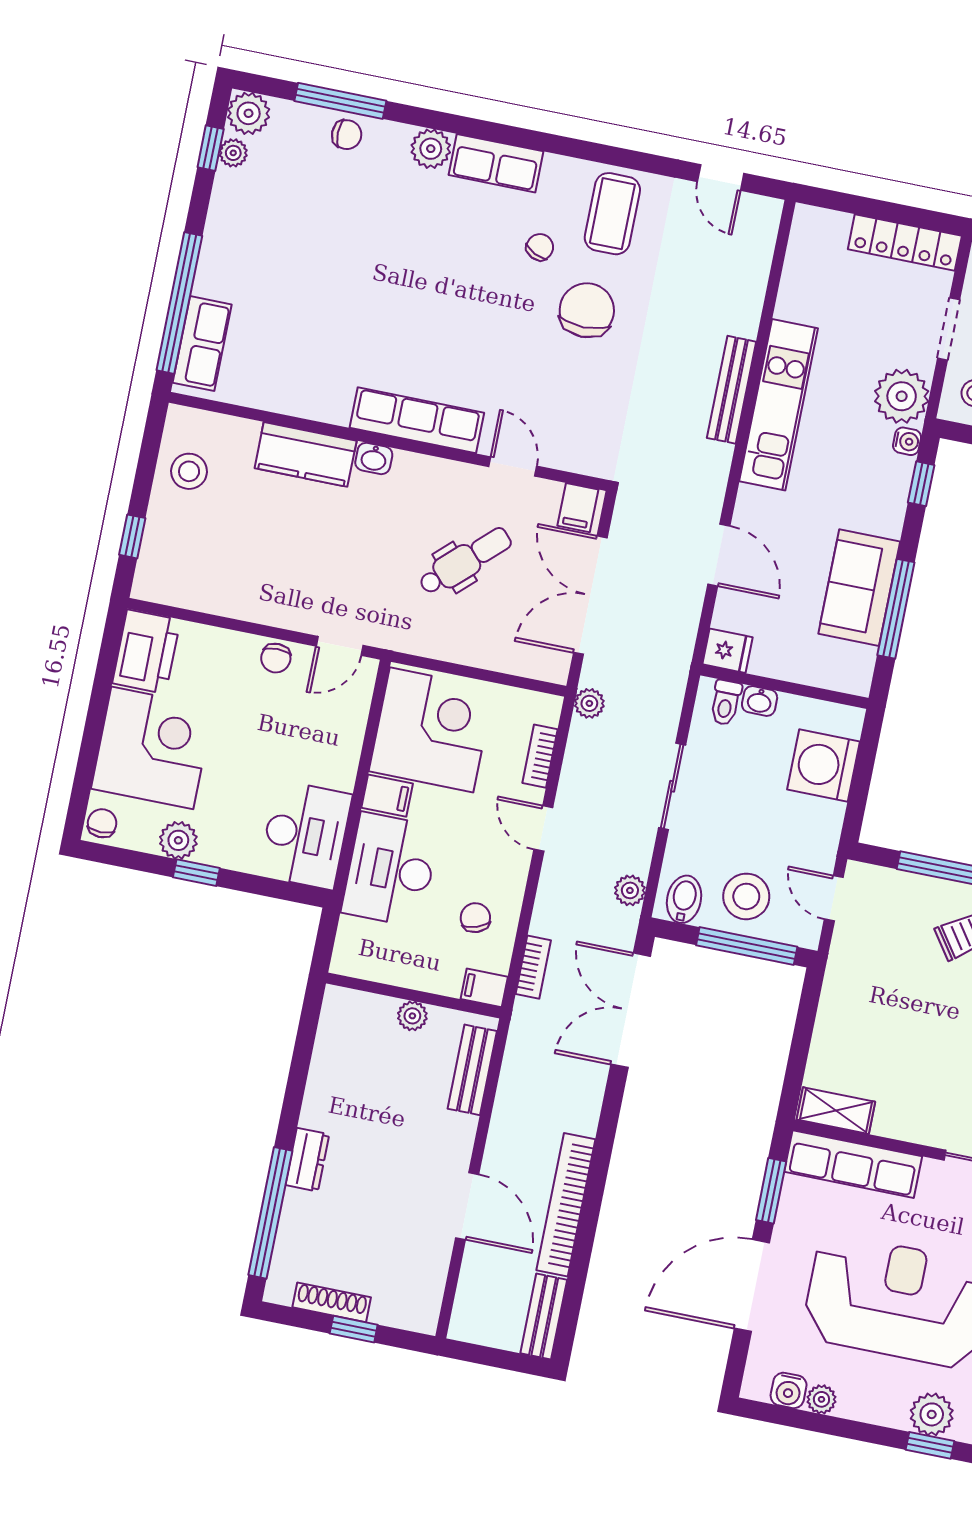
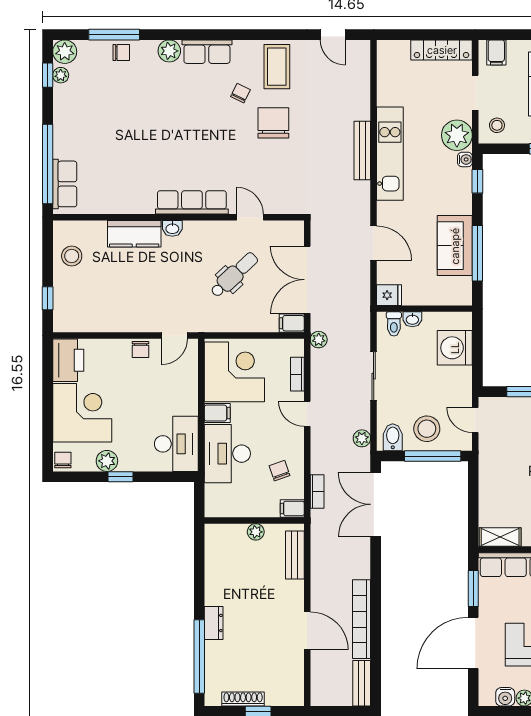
filing cabinet: (578, 508) -> (292, 323), moved, turned 90

